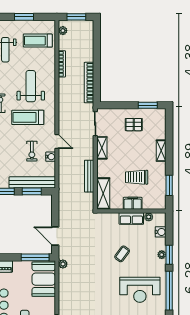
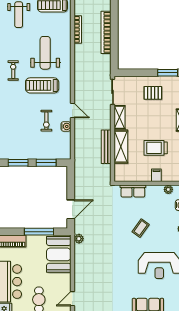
bookcase: (89, 83) -> (106, 32), moved
bench: (32, 182) -> (47, 153), removed
shelving: (103, 194) -> (121, 147), moved
filing cabinet: (133, 203) -> (156, 175), width x0.50
row of seats: (131, 218) -> (133, 191), moved
door: (55, 236) -> (71, 209), swing flipped
window: (35, 257) -> (39, 232), moved

